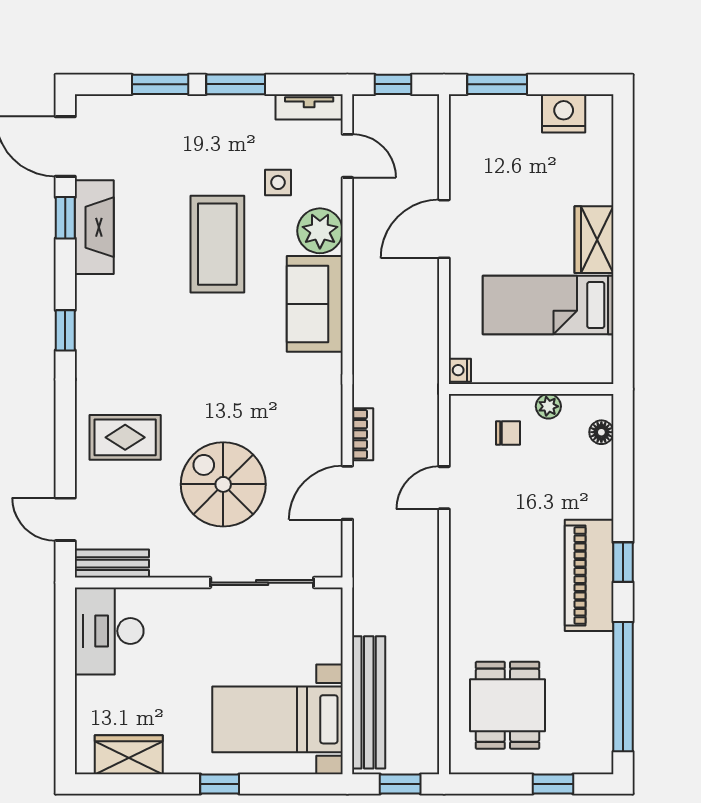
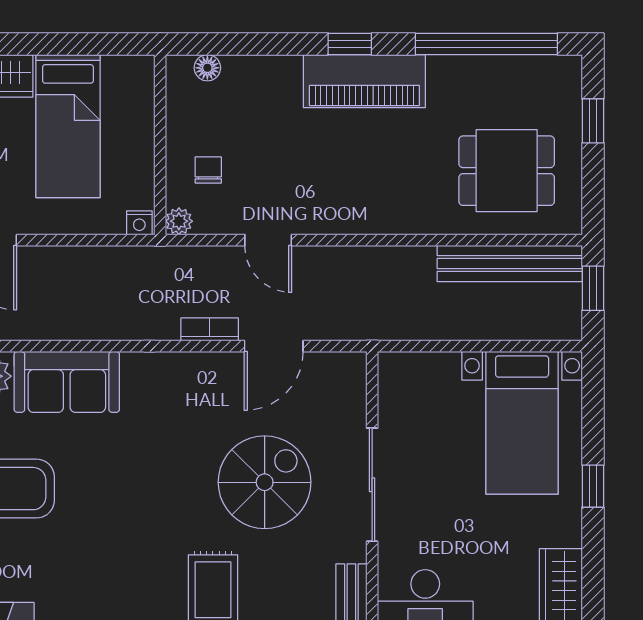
plant: (548, 406) -> (179, 221), moved
spiral stairs: (223, 484) -> (265, 482), turned 180
door: (347, 493) -> (274, 346), hinge flipped
sliding door: (262, 583) -> (372, 485), moved
bench: (369, 702) -> (510, 264), moved

